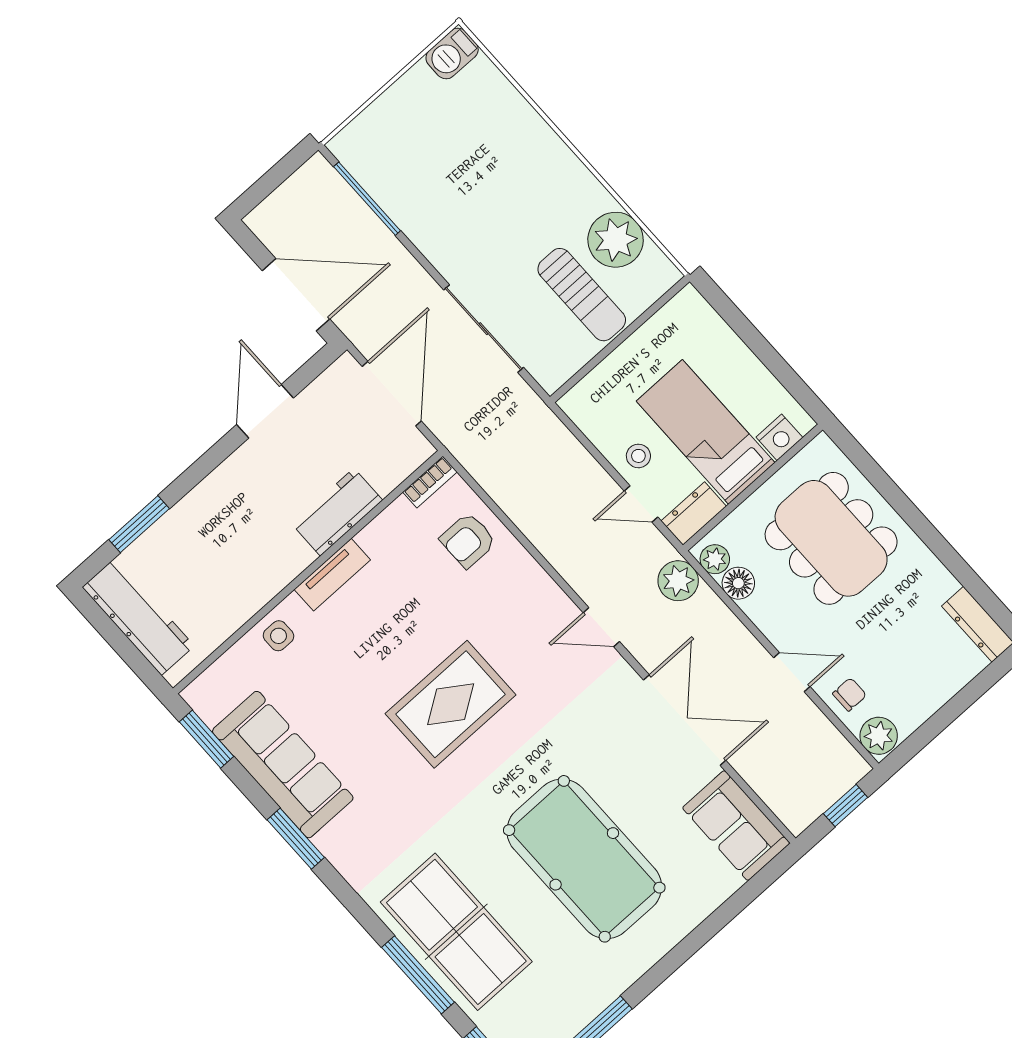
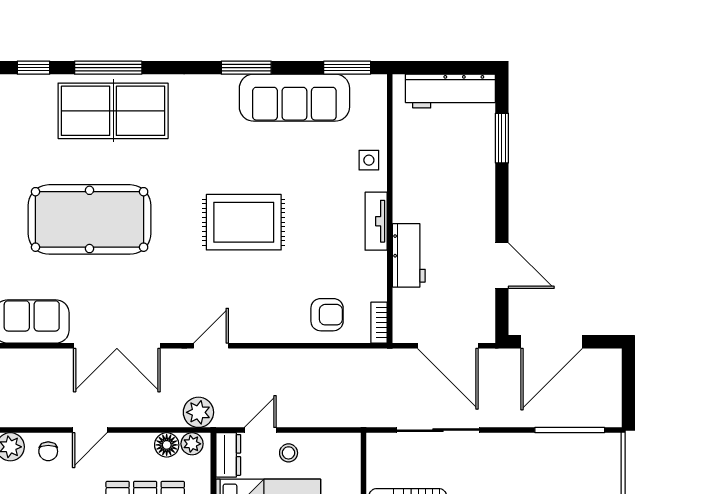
armchair: (468, 540) -> (327, 315), turned 90
rug: (451, 704) -> (244, 222), turned 90

